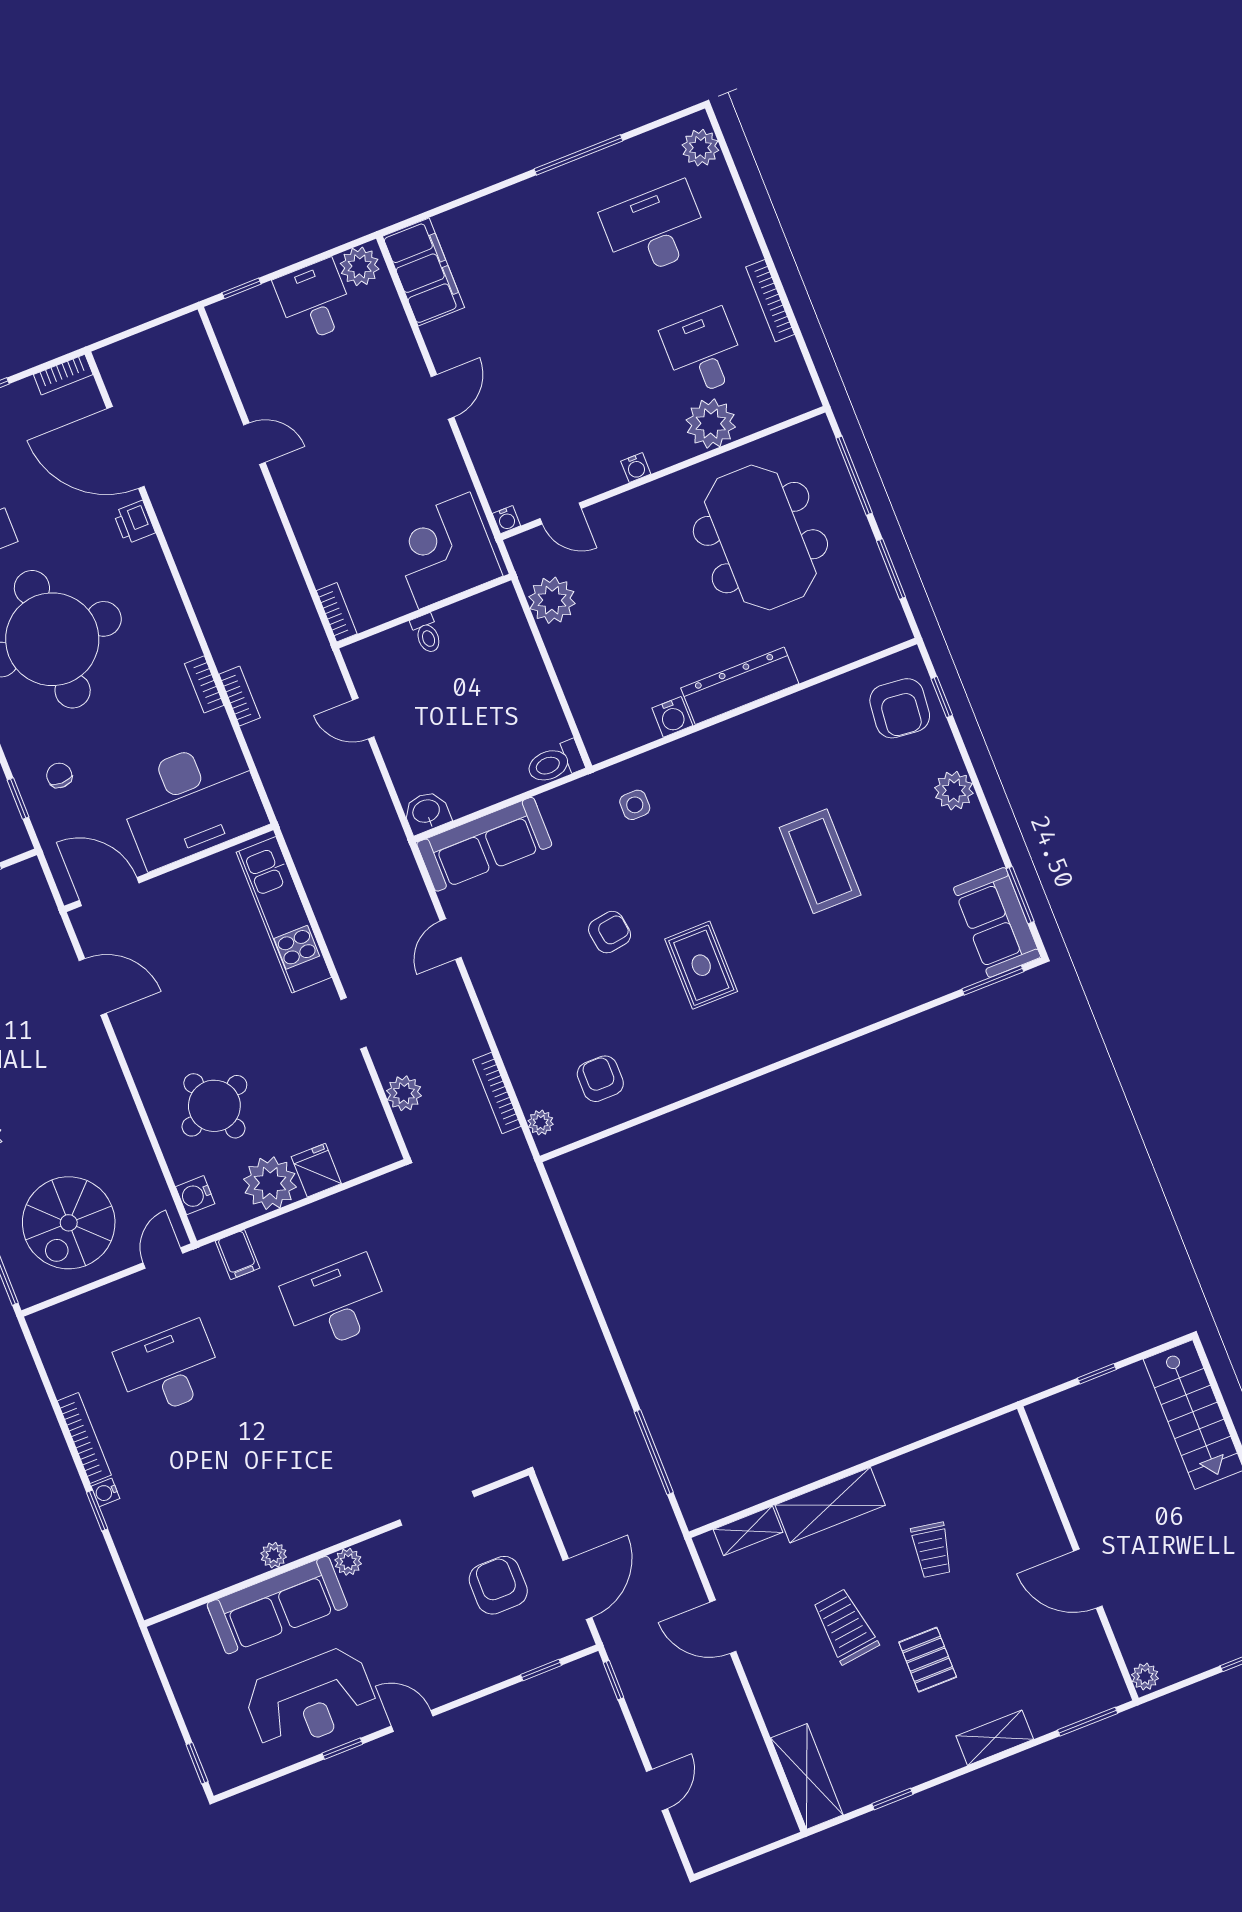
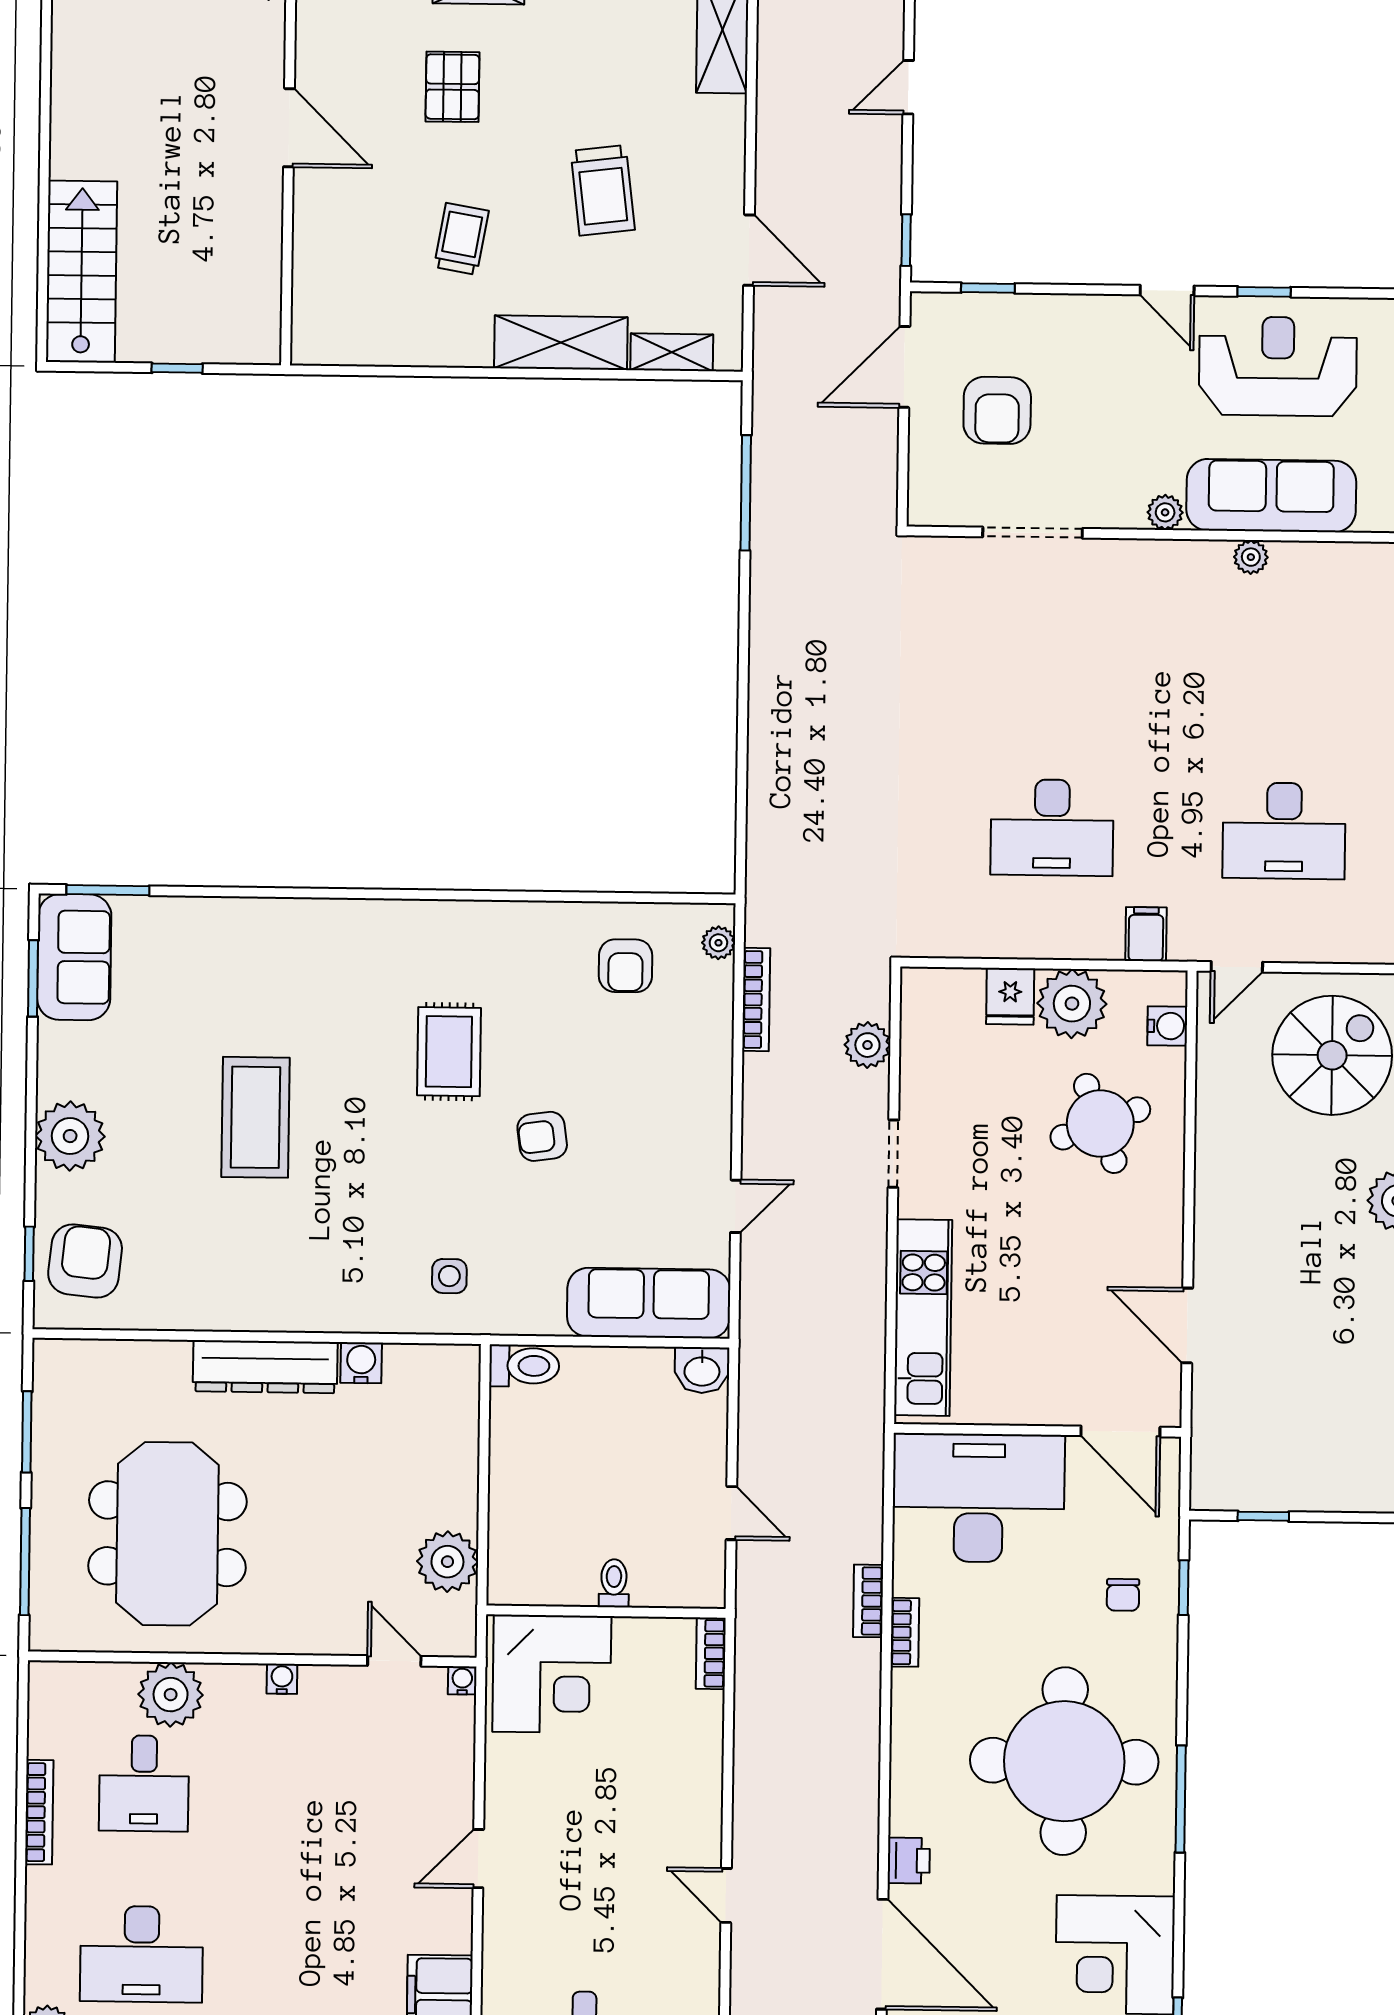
plant: (954, 791) -> (70, 1136), width x1.36, depth x1.36
pallet: (928, 1660) -> (452, 87), moved

